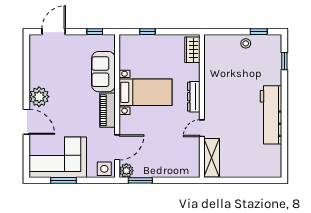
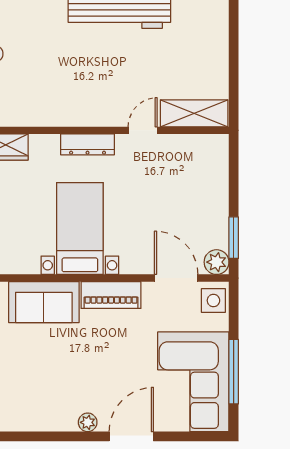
plant: (39, 97) -> (88, 422), width x0.53, depth x0.53
door: (202, 128) -> (143, 130), swing flipped
window: (64, 180) -> (234, 372), width x1.44

